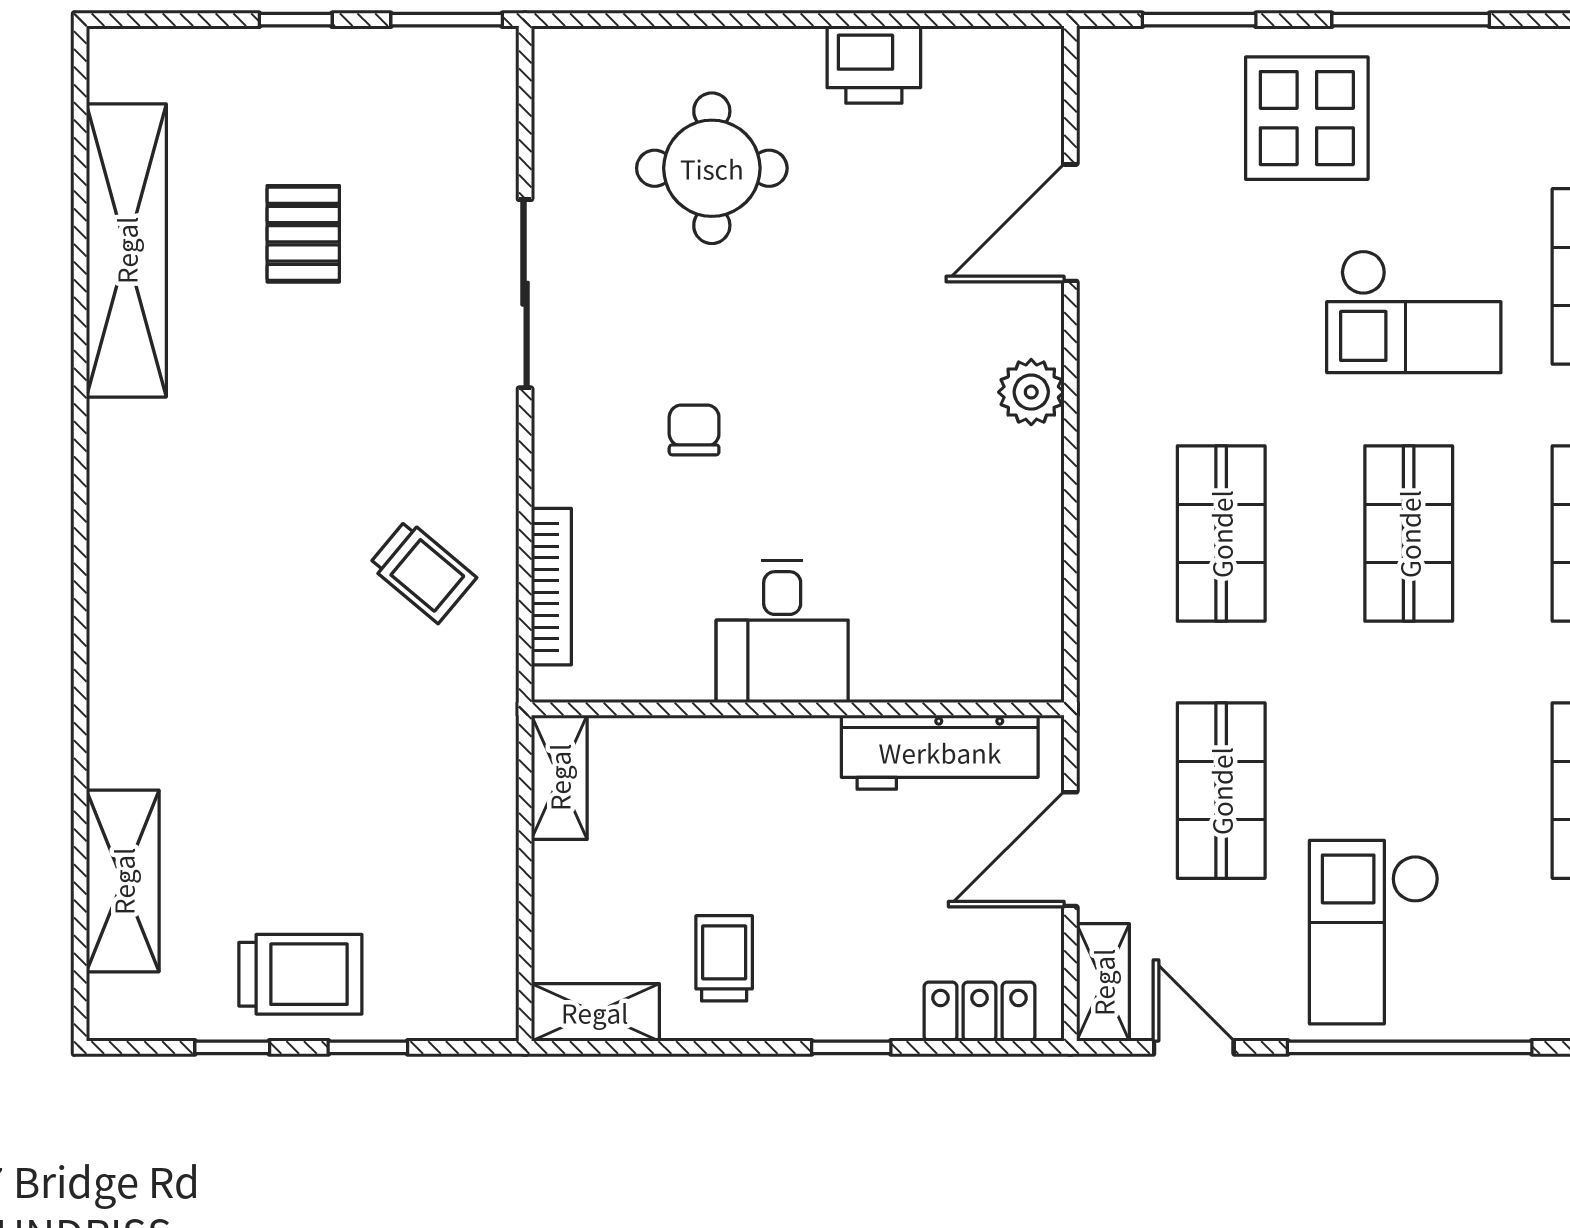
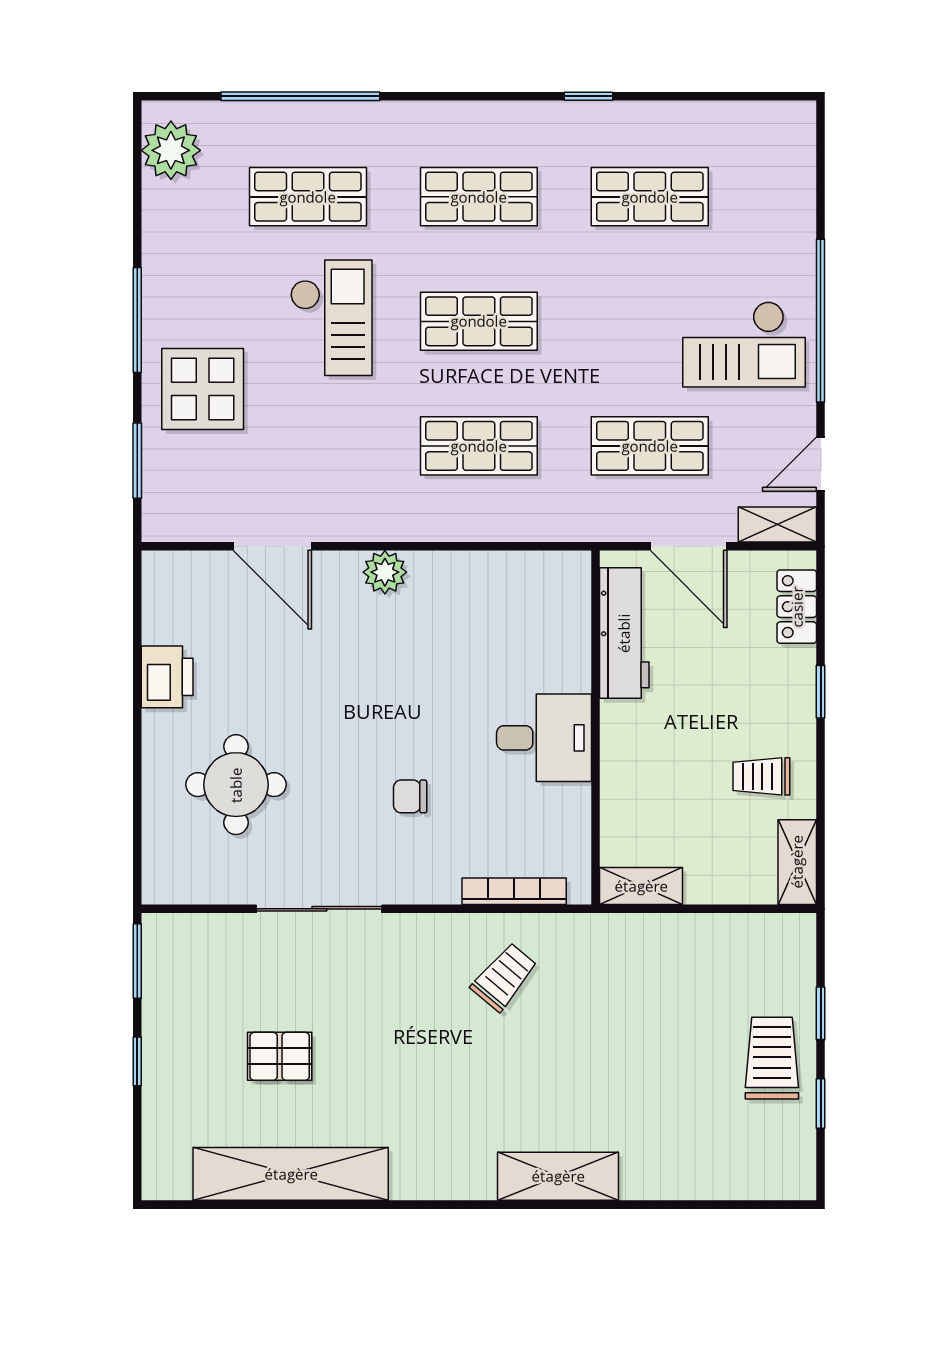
shelving: (123, 881) -> (558, 1176), moved

